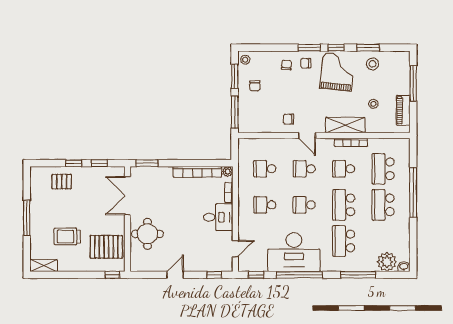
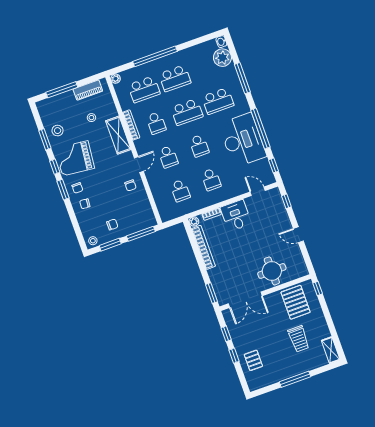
plant: (405, 143) -> (116, 79), added

